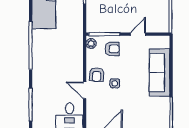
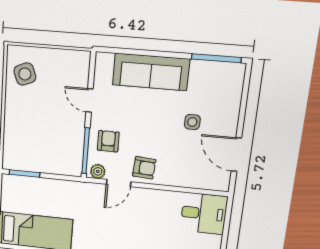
side table: (115, 83) -> (192, 122), moved
door: (85, 90) -> (119, 183), moved

